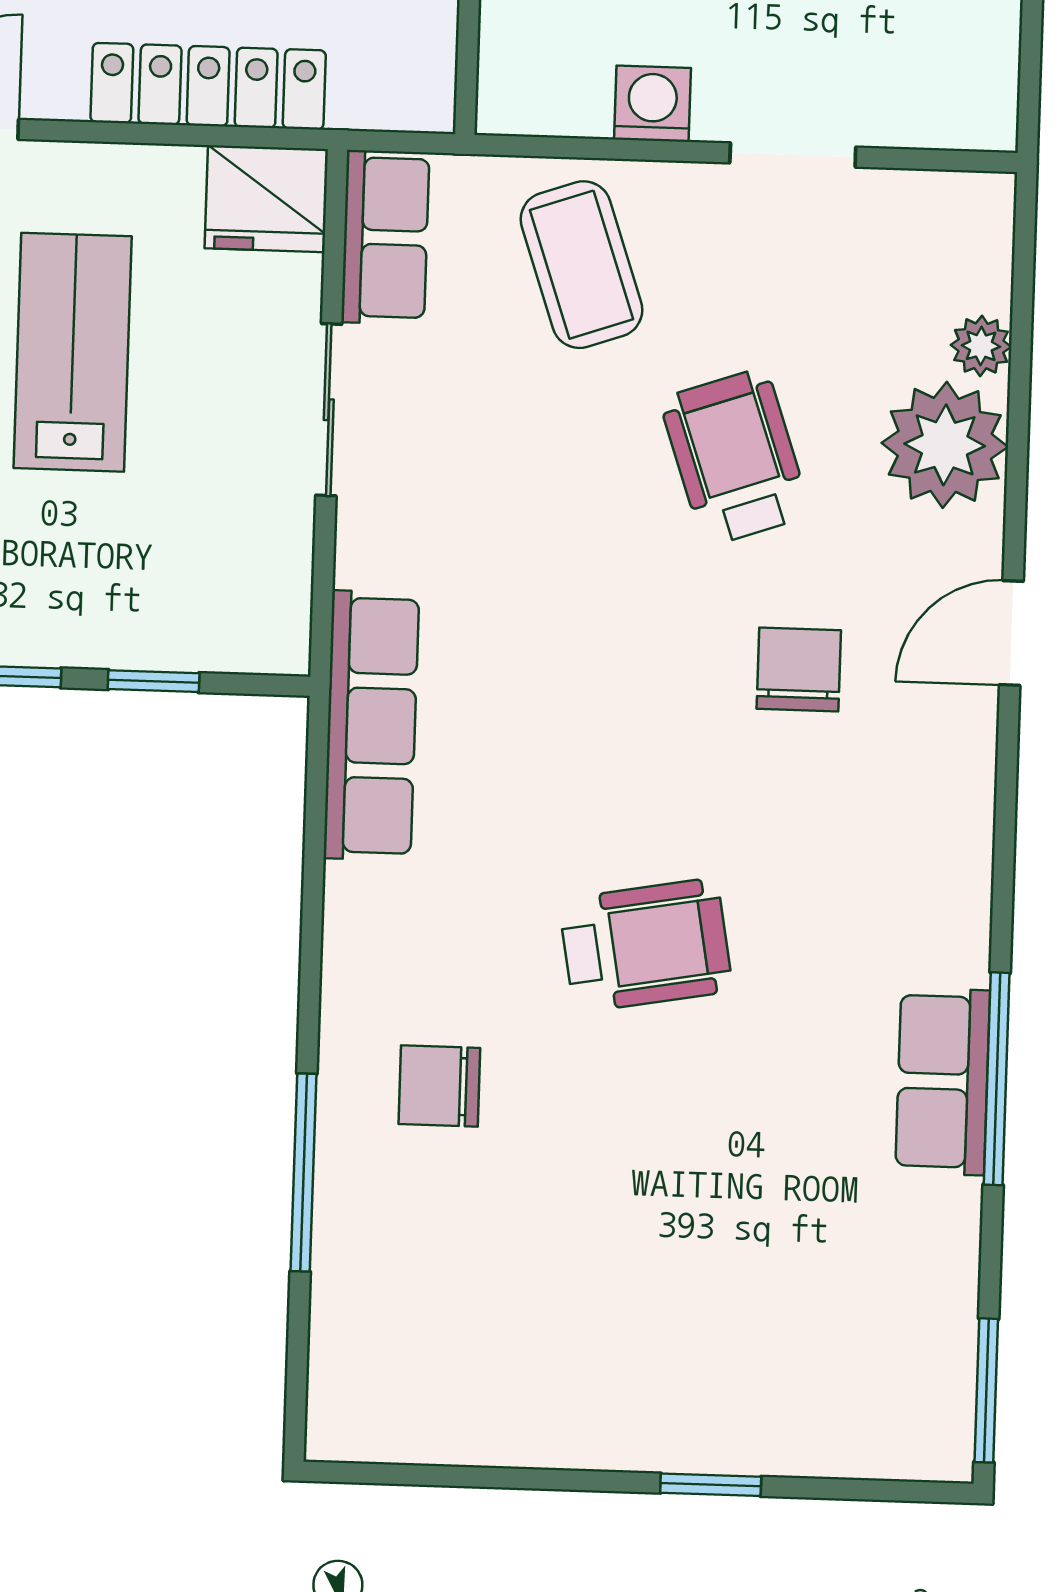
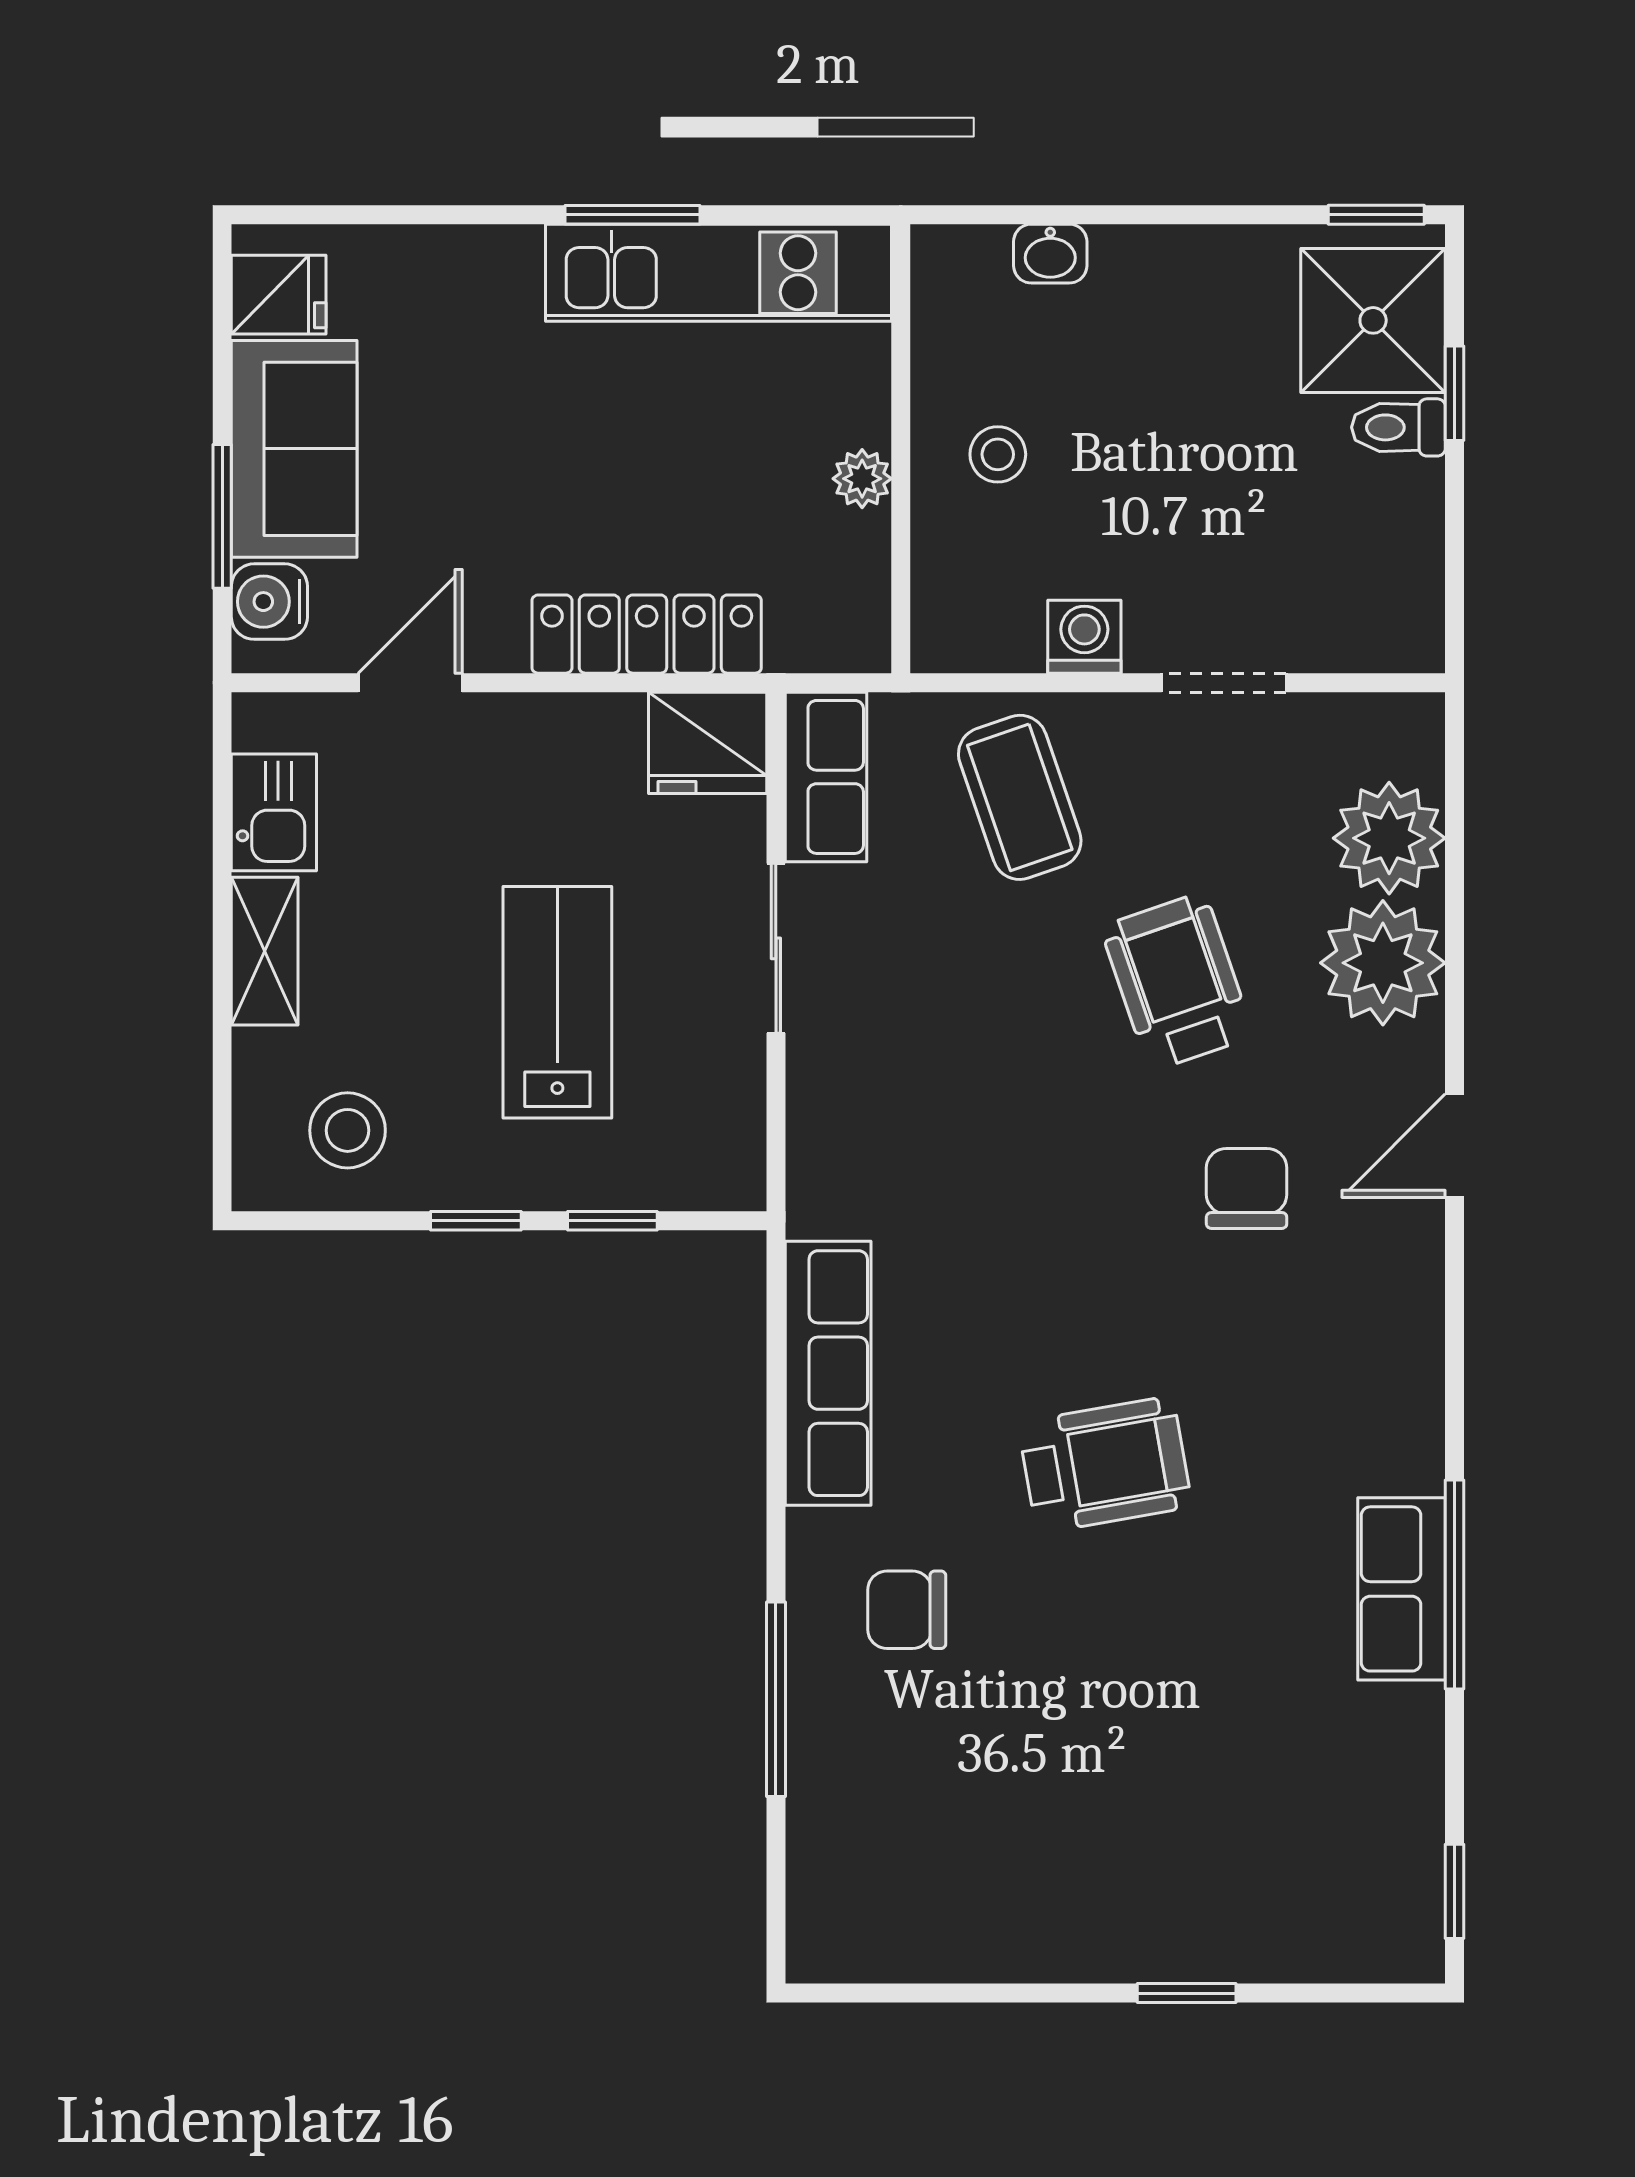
plant: (981, 346) -> (1389, 838), width x1.88, depth x1.88
lab bench: (73, 352) -> (557, 1002), moved
row of seats: (371, 726) -> (828, 1373), moved
window: (986, 1390) -> (1455, 1891), width x0.67

